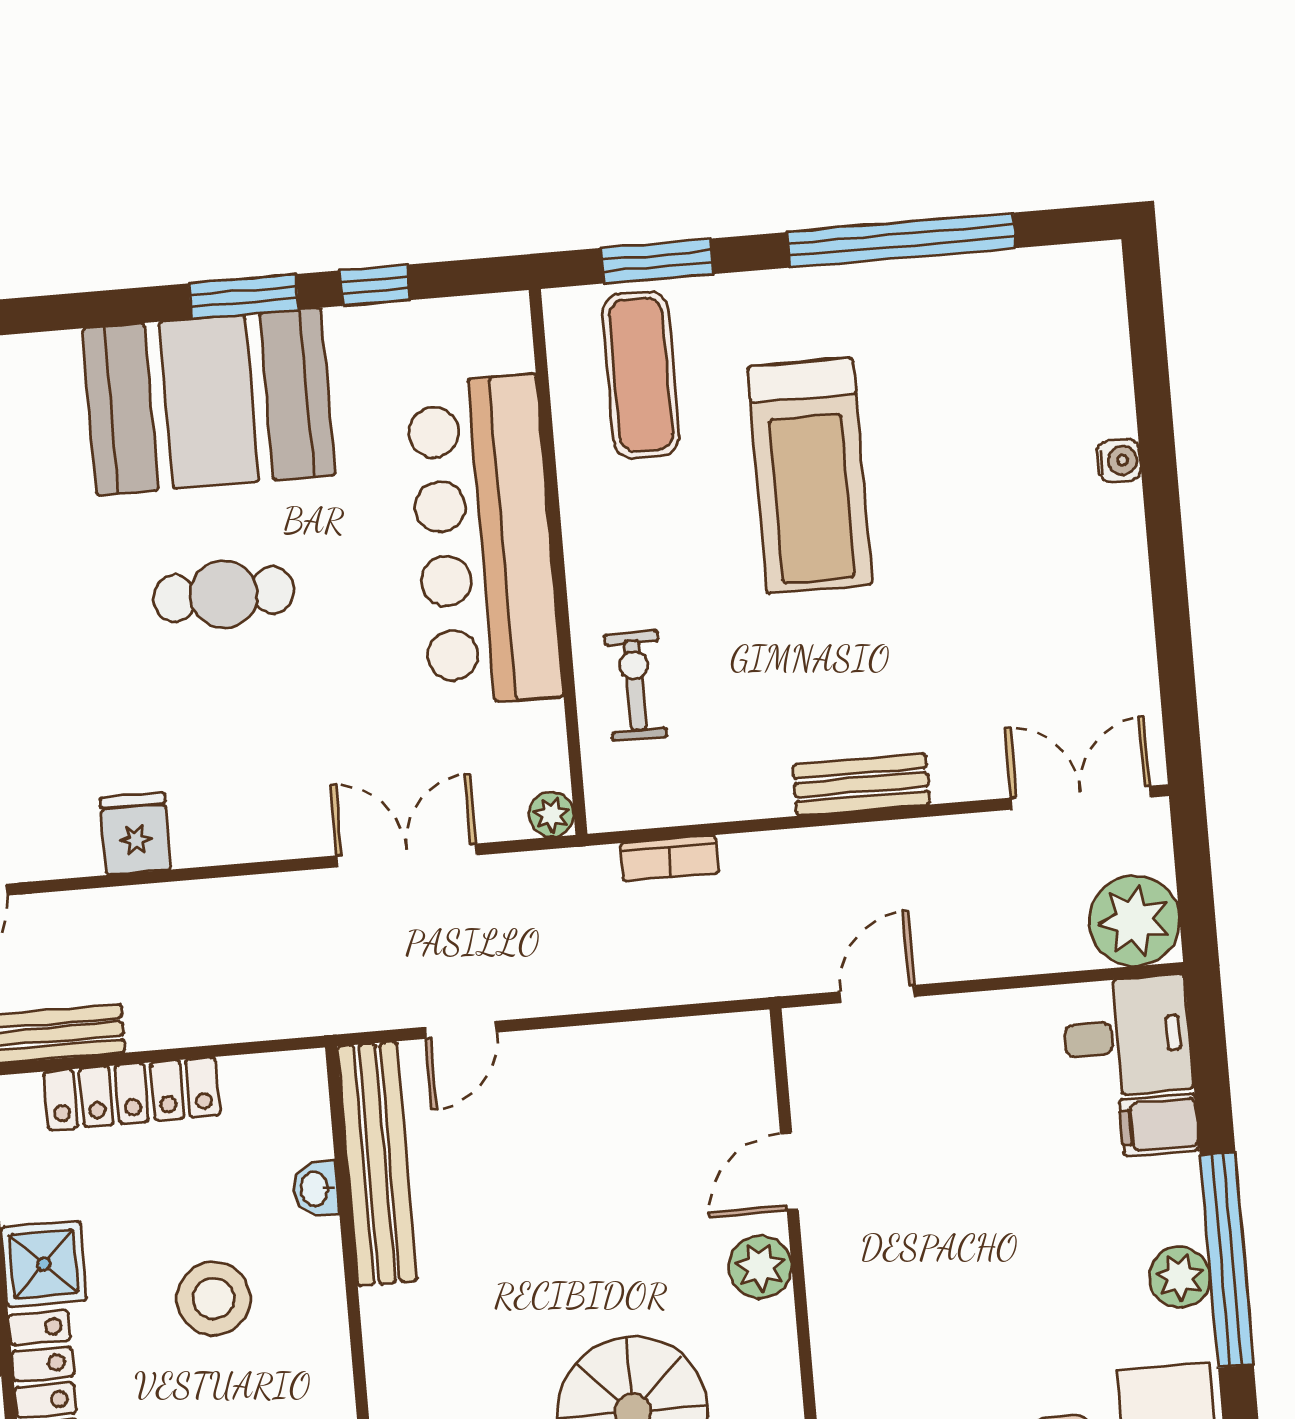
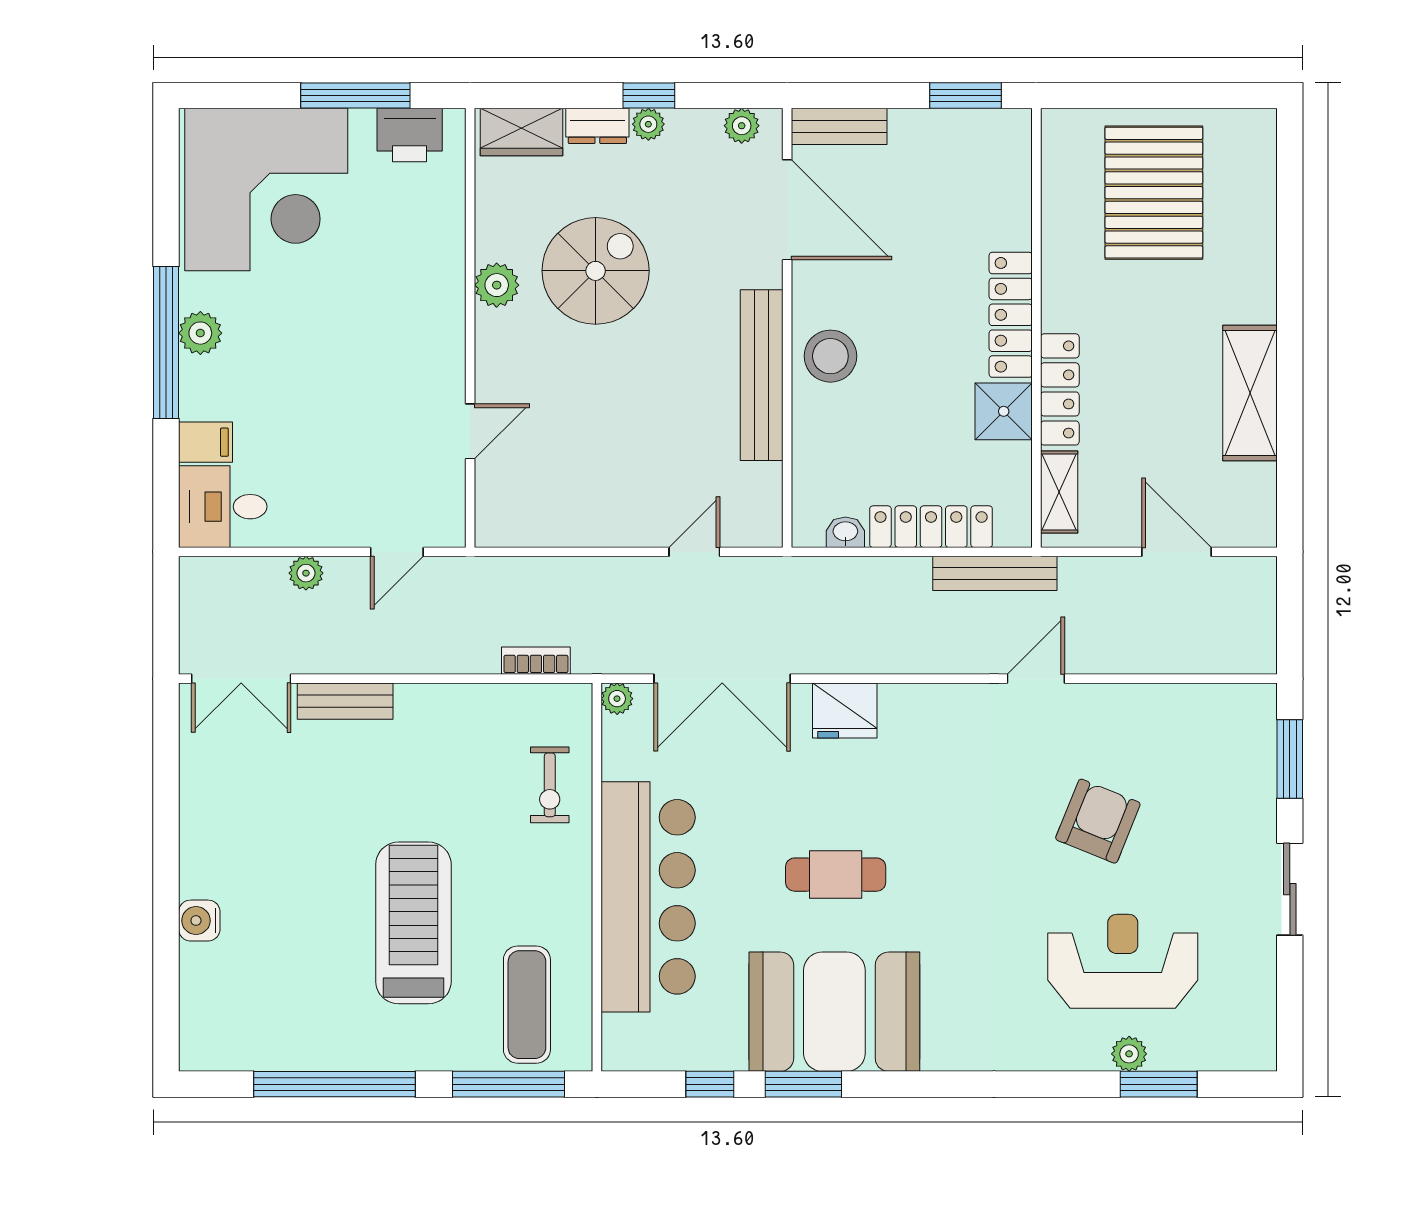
window: (657, 261) -> (509, 1084), width x1.44
water cooler: (1119, 461) -> (199, 921), width x1.38, depth x1.38
bench: (861, 785) -> (345, 701), moved
fridge: (135, 834) -> (845, 710), moved, width x1.38
double door: (406, 855) -> (722, 679), width x1.37
plant: (1134, 921) -> (306, 573), moved, width x0.53, depth x0.53
bench: (377, 1164) -> (762, 375), moved
washbasin: (316, 1189) -> (845, 532), moved, turned -90
plant: (760, 1267) -> (497, 285), moved
stool: (214, 1299) -> (830, 356), moved

